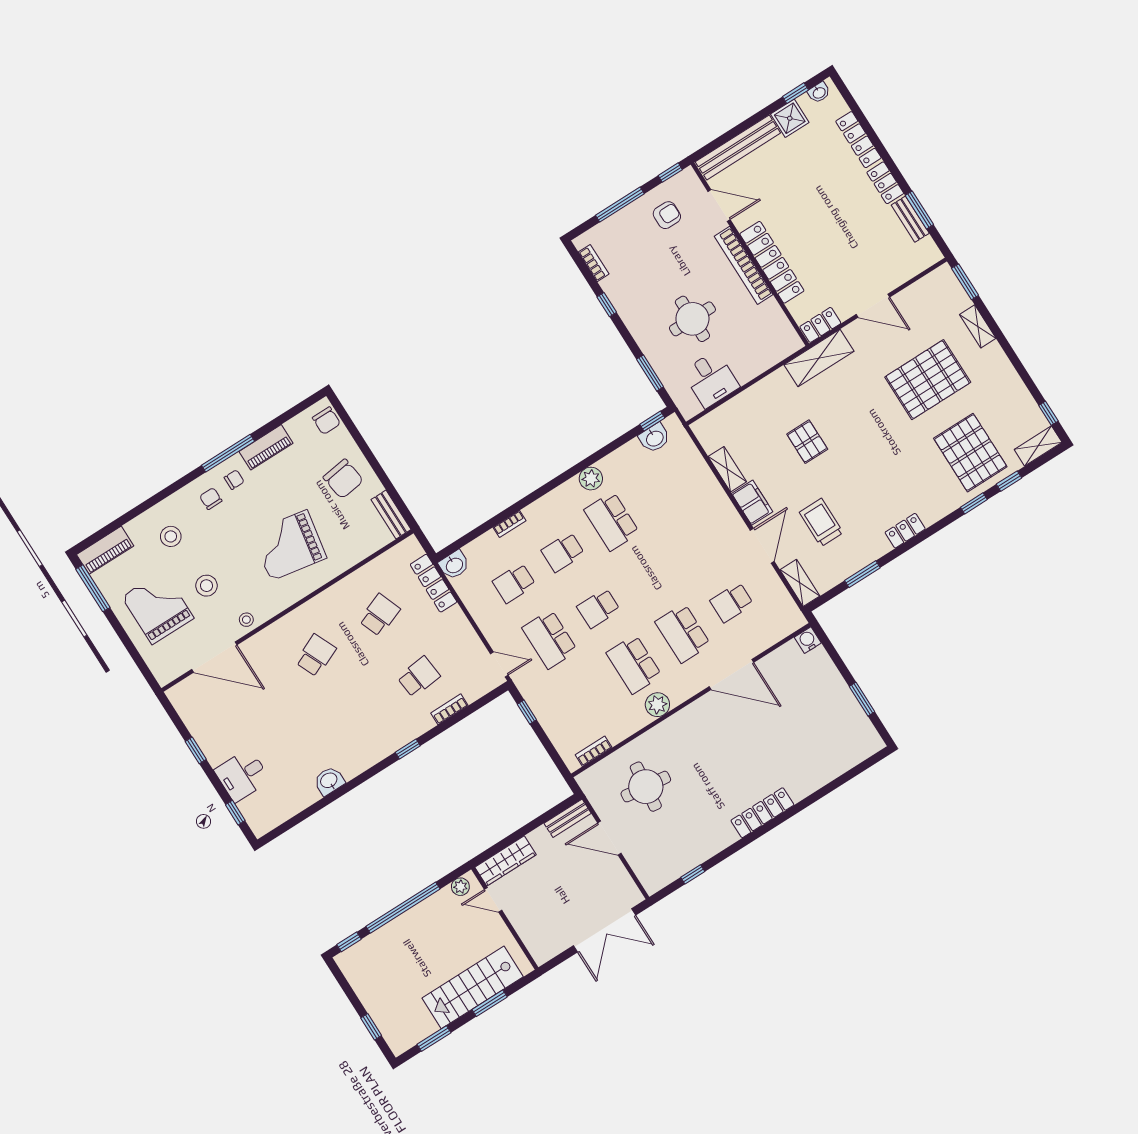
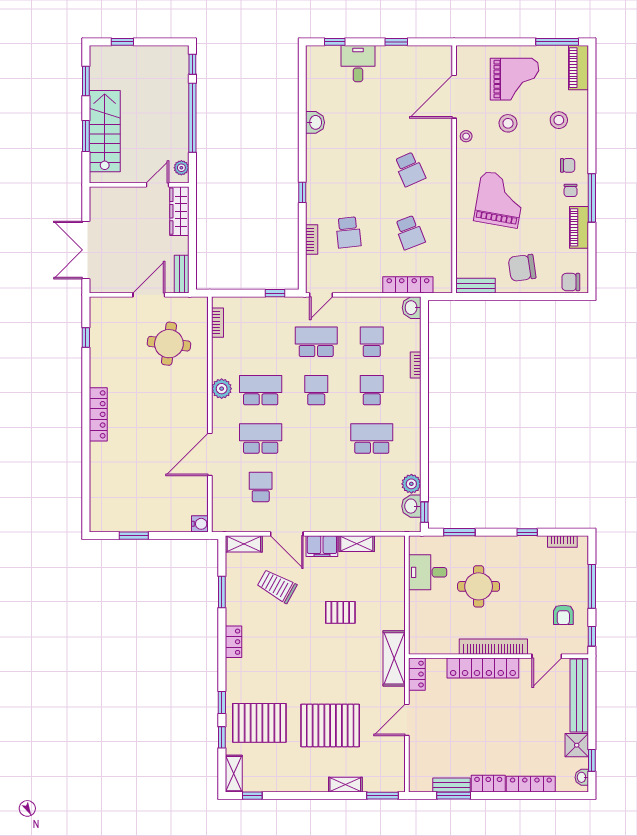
pallet: (928, 380) -> (330, 725), turned 90
plant: (591, 479) -> (411, 484), moved
trolley: (821, 522) -> (277, 586), turned -151

